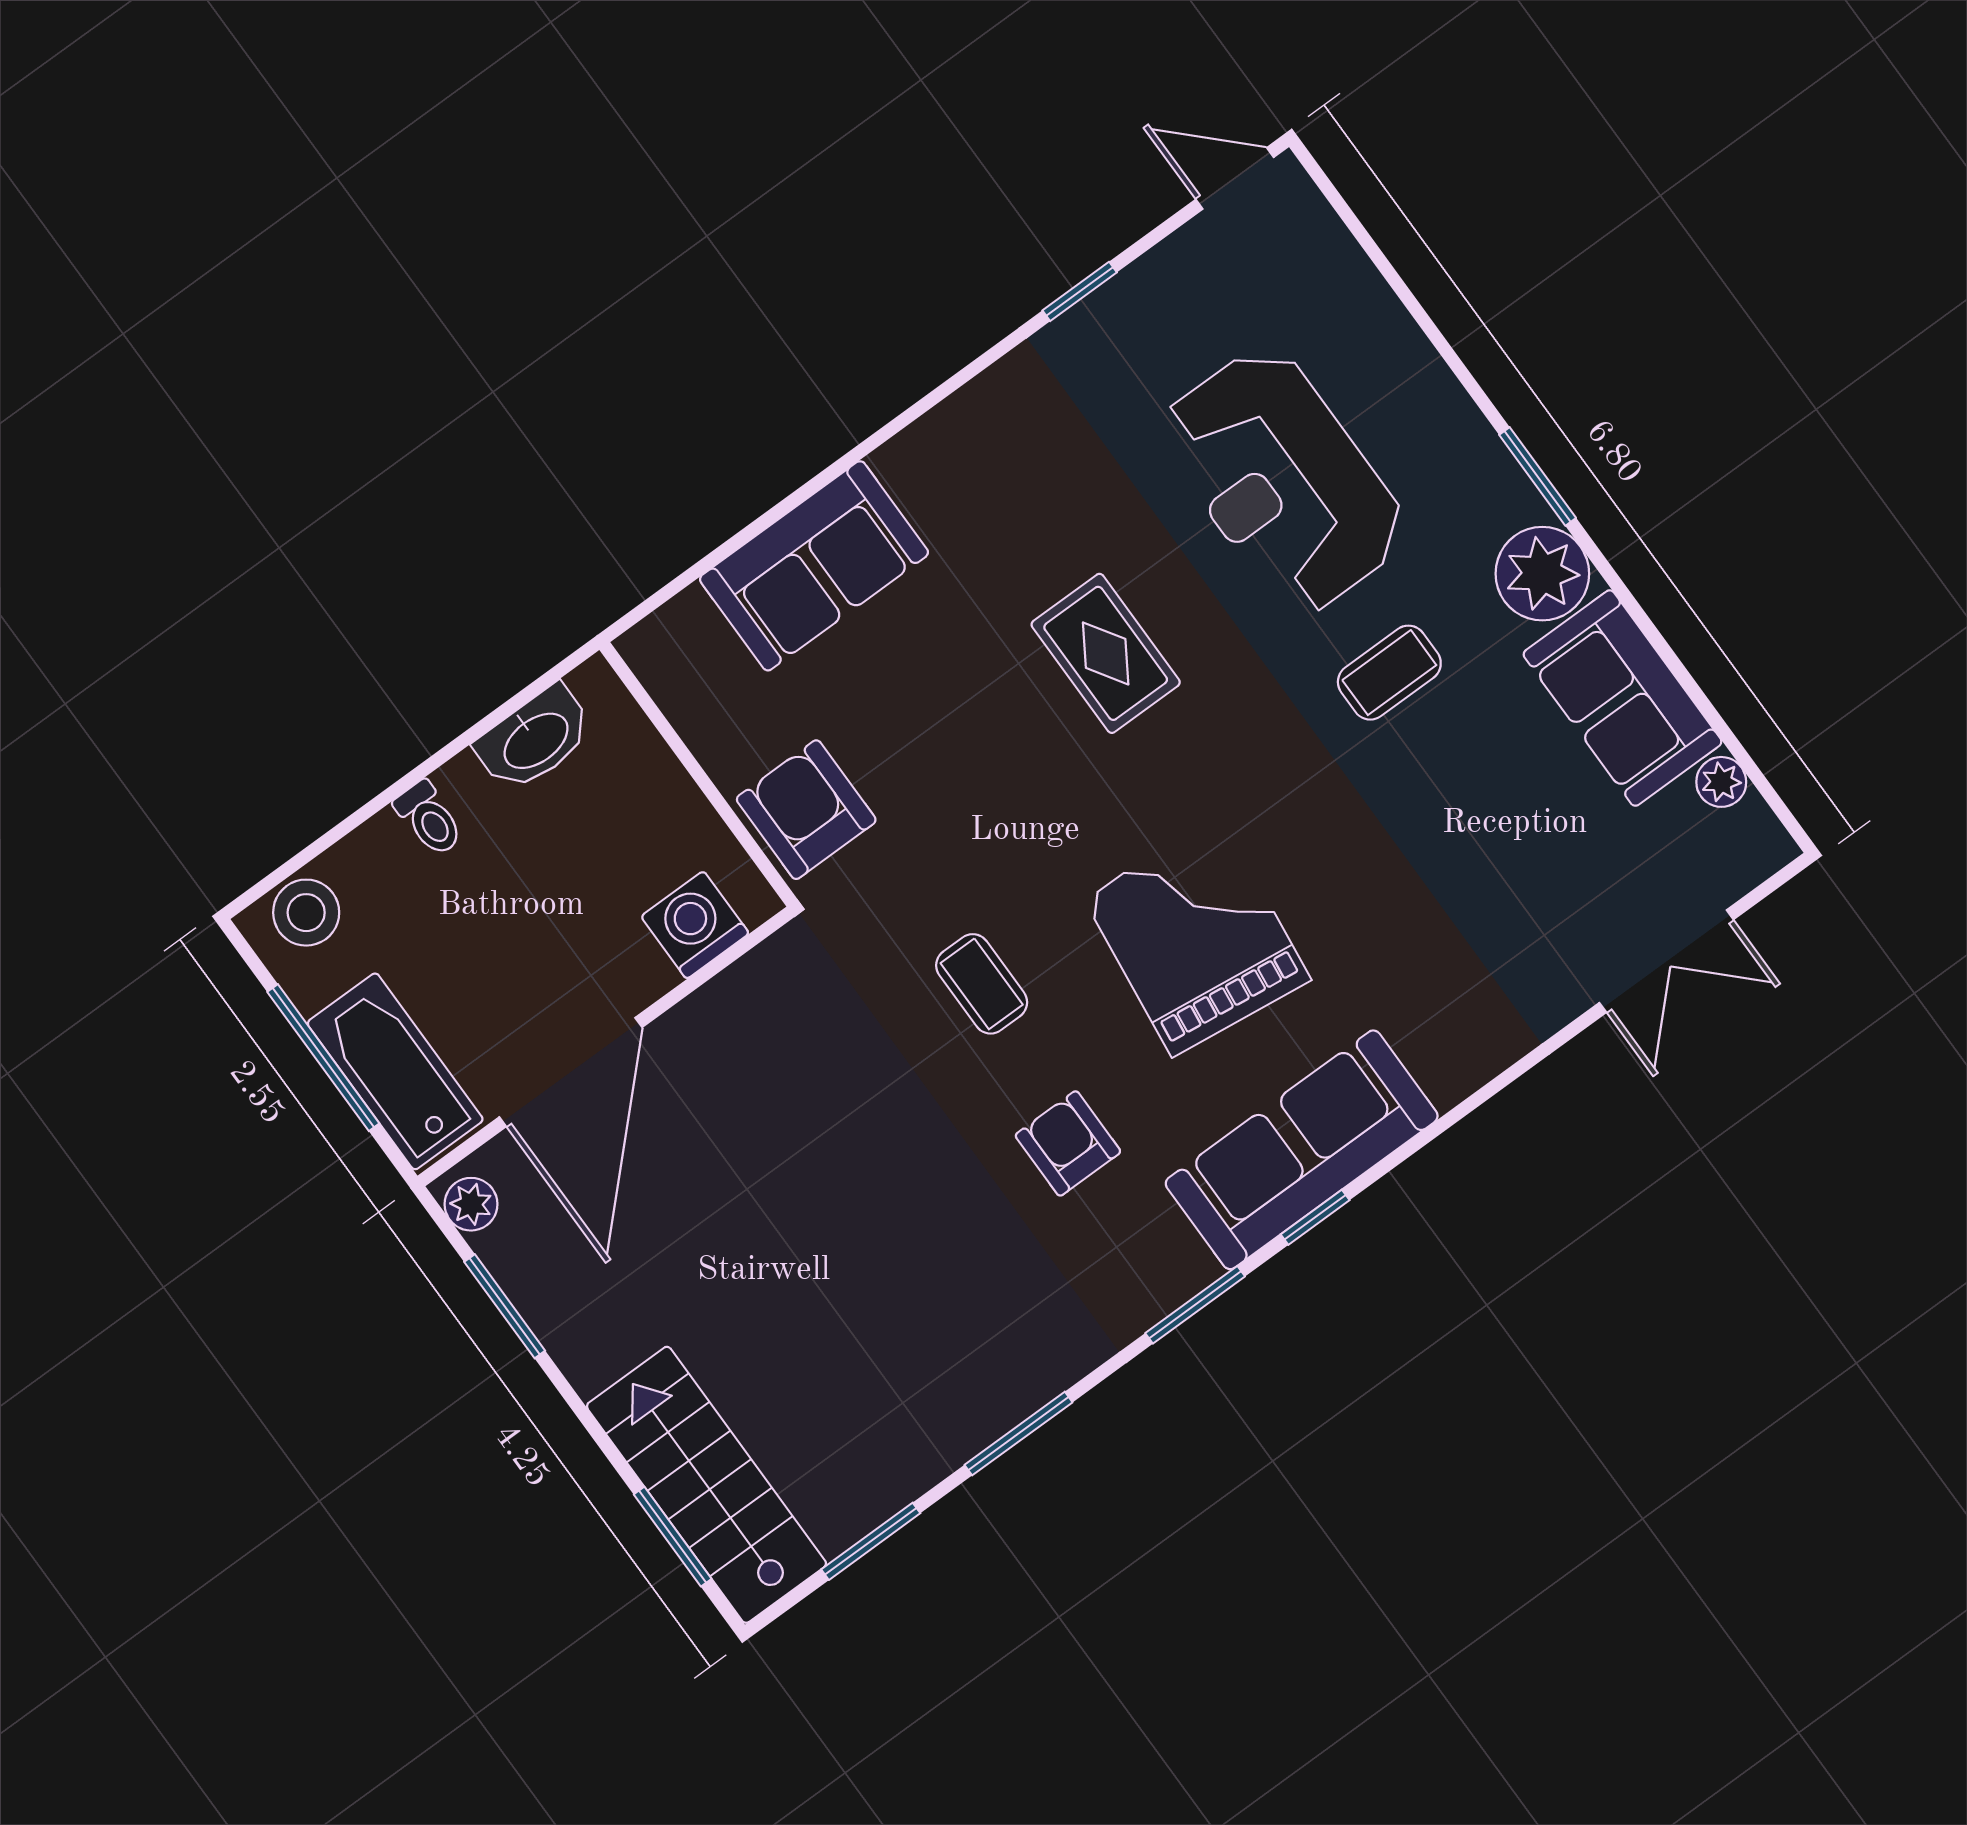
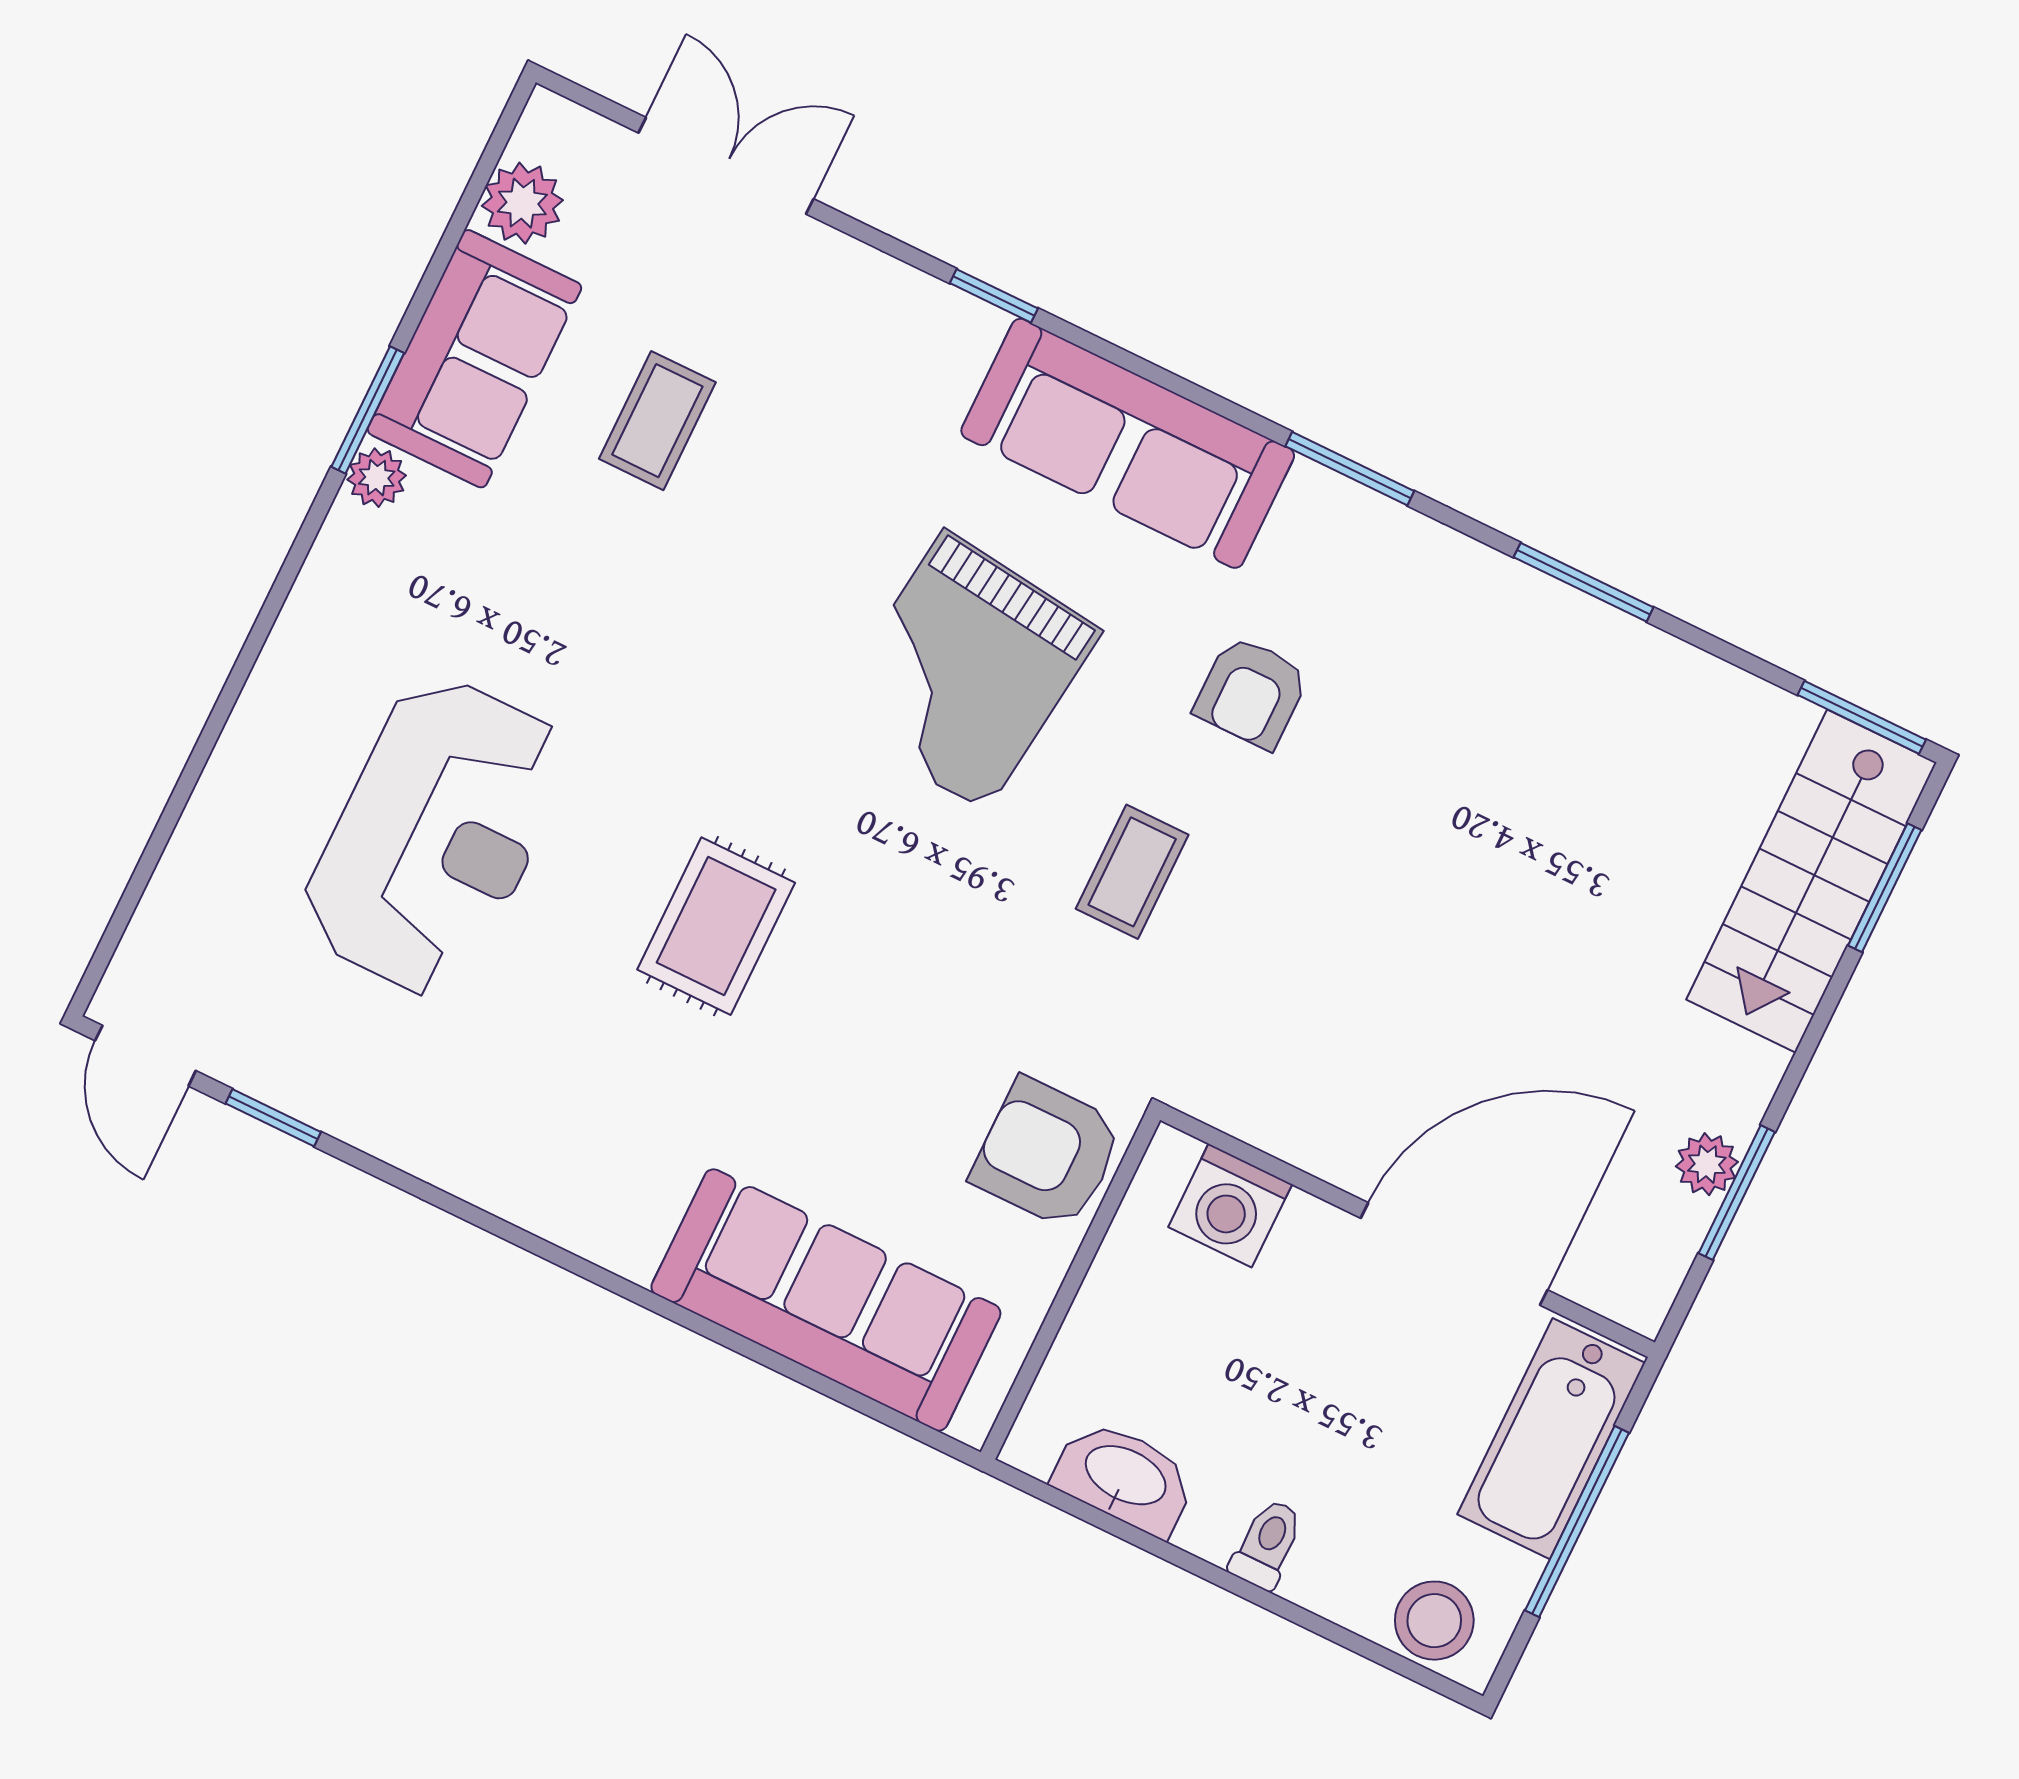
window: (1080, 291) -> (273, 1118), moved
window: (1538, 476) -> (368, 410), moved
sofa: (814, 566) -> (826, 1300), width x1.36
plant: (1542, 574) -> (377, 478), width x0.53, depth x0.53
coffee table: (1389, 673) -> (657, 421), moved, turned 90
plant: (1721, 782) -> (522, 203), width x1.38, depth x1.38
armchair: (806, 810) -> (1047, 1153), turned 90
plant: (471, 1204) -> (1707, 1164), moved
window: (1315, 1217) -> (994, 296), moved
window: (871, 1541) -> (1862, 717), moved

